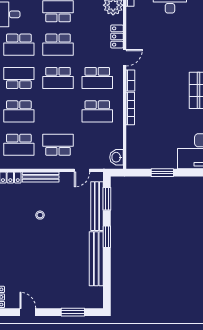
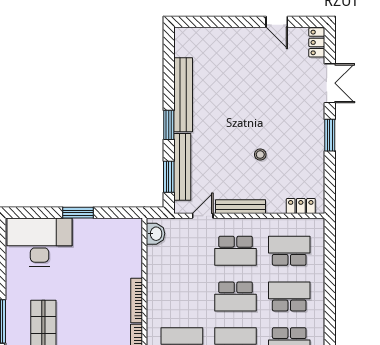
school desk: (97, 111) -> (236, 296), moved, turned 180
window: (162, 173) -> (78, 213), moved
bench: (41, 177) -> (241, 207), moved
window: (73, 312) -> (215, 22), removed

